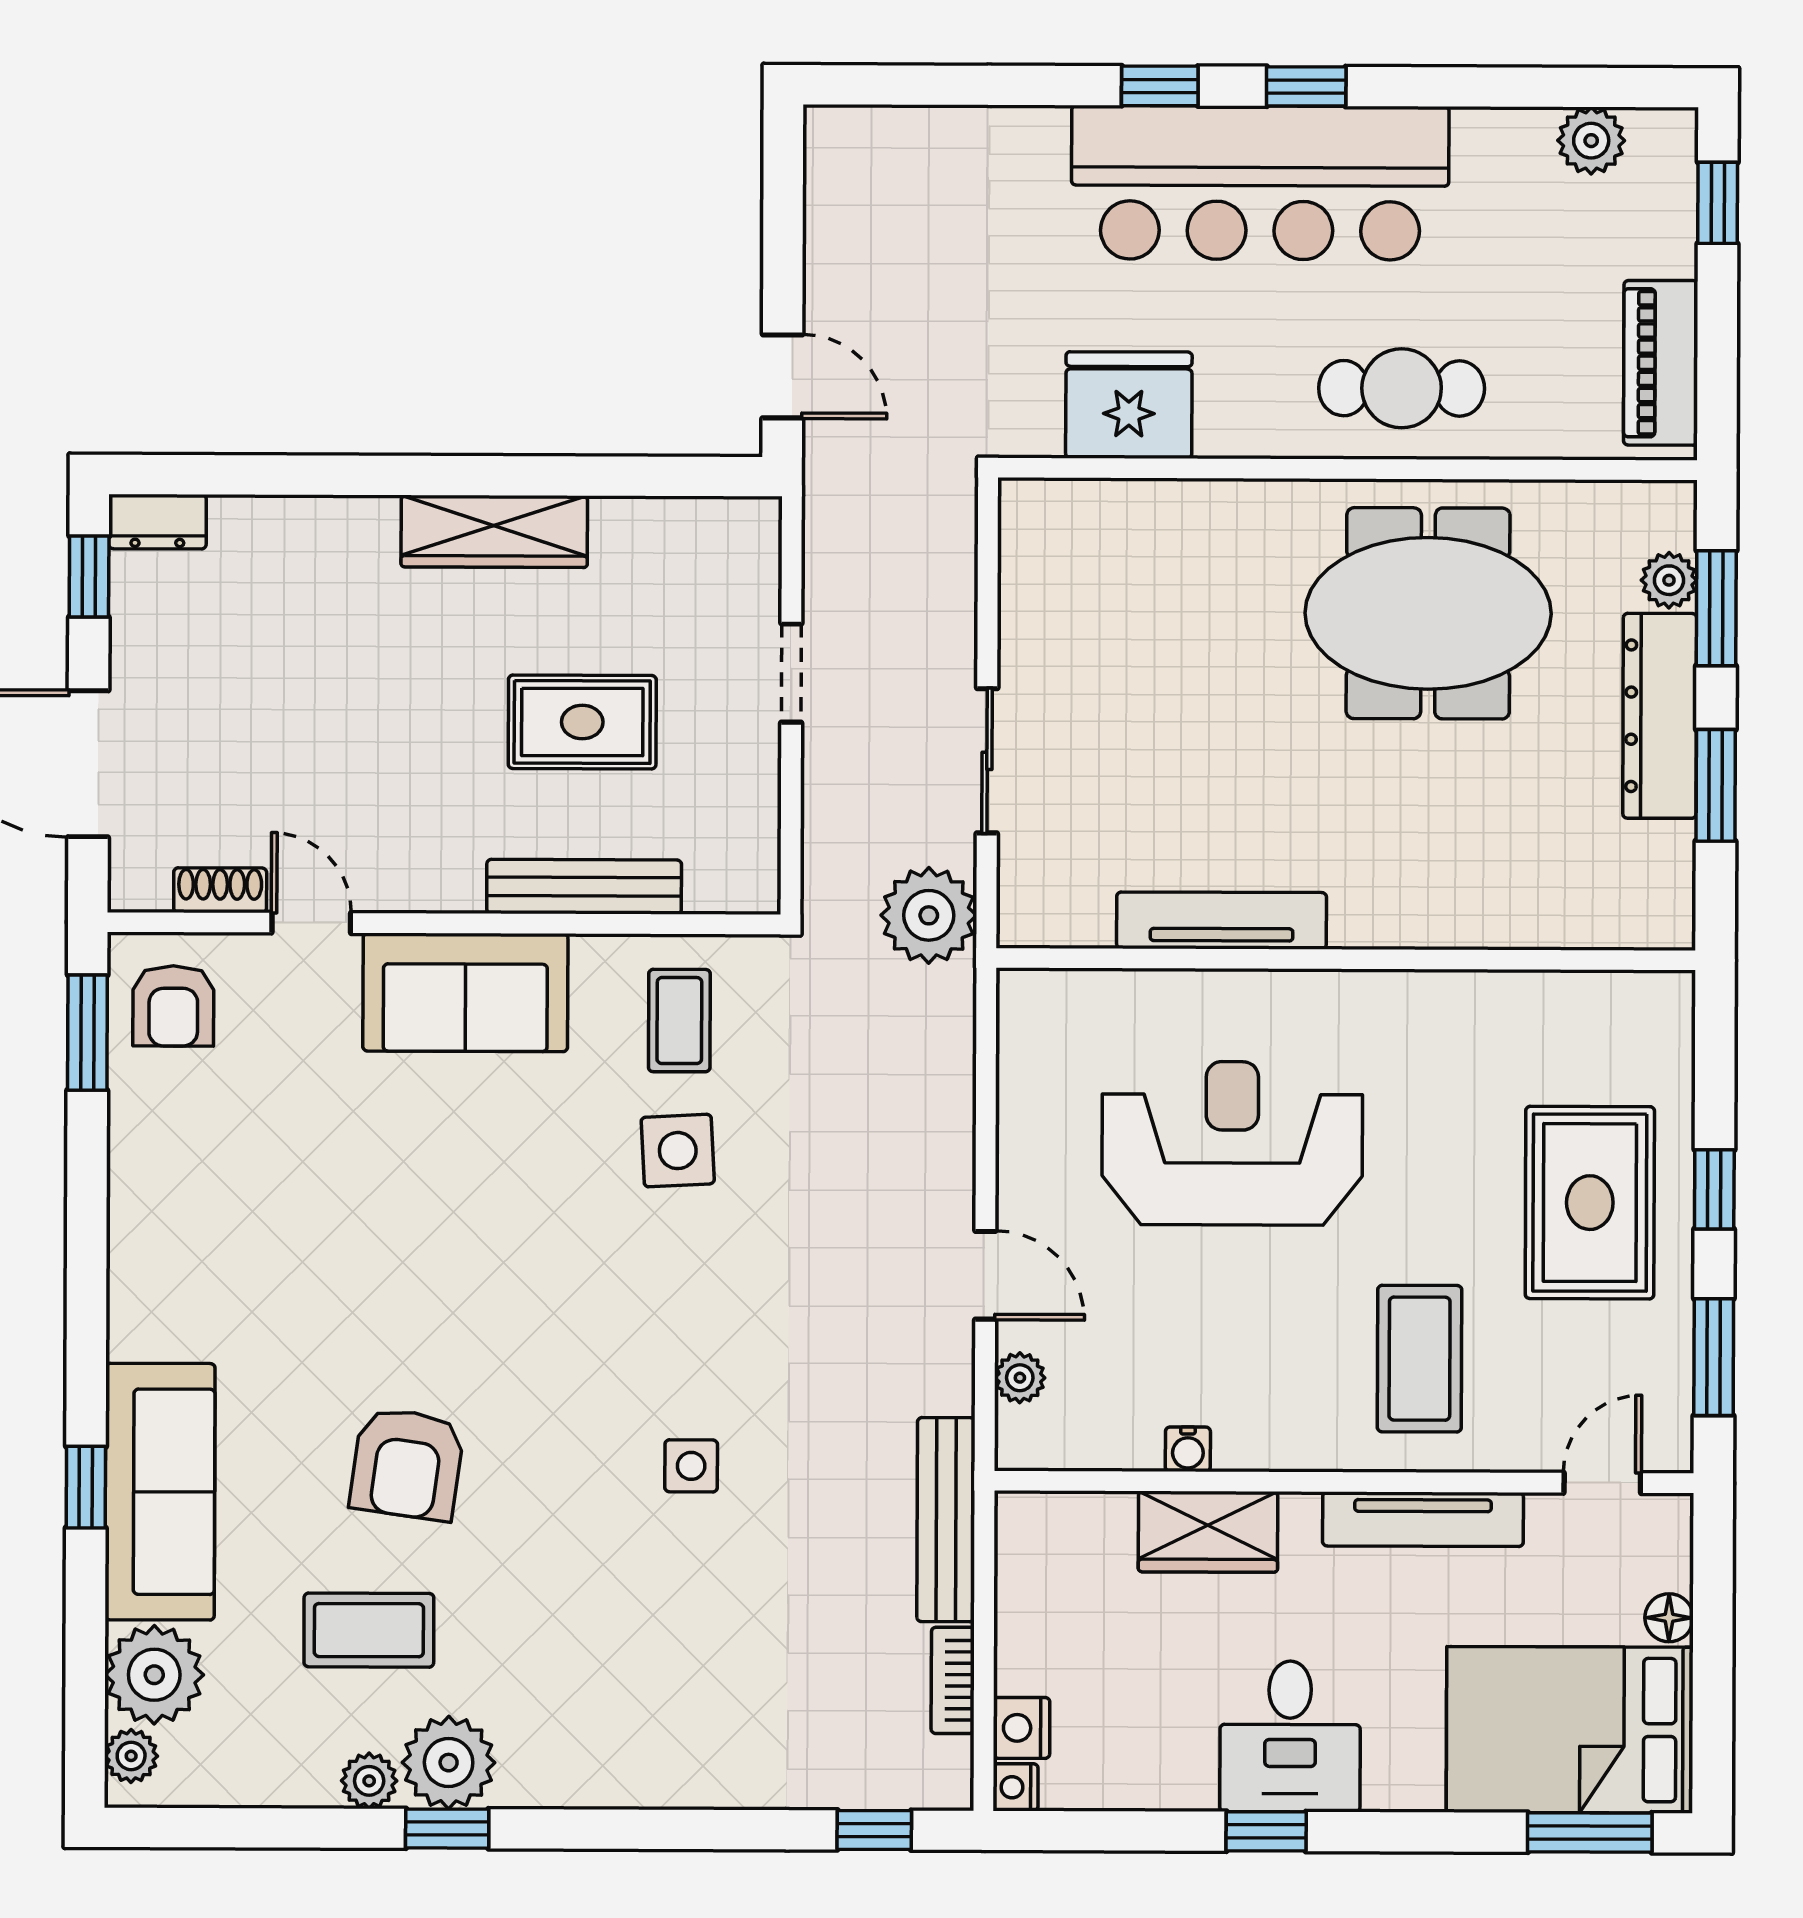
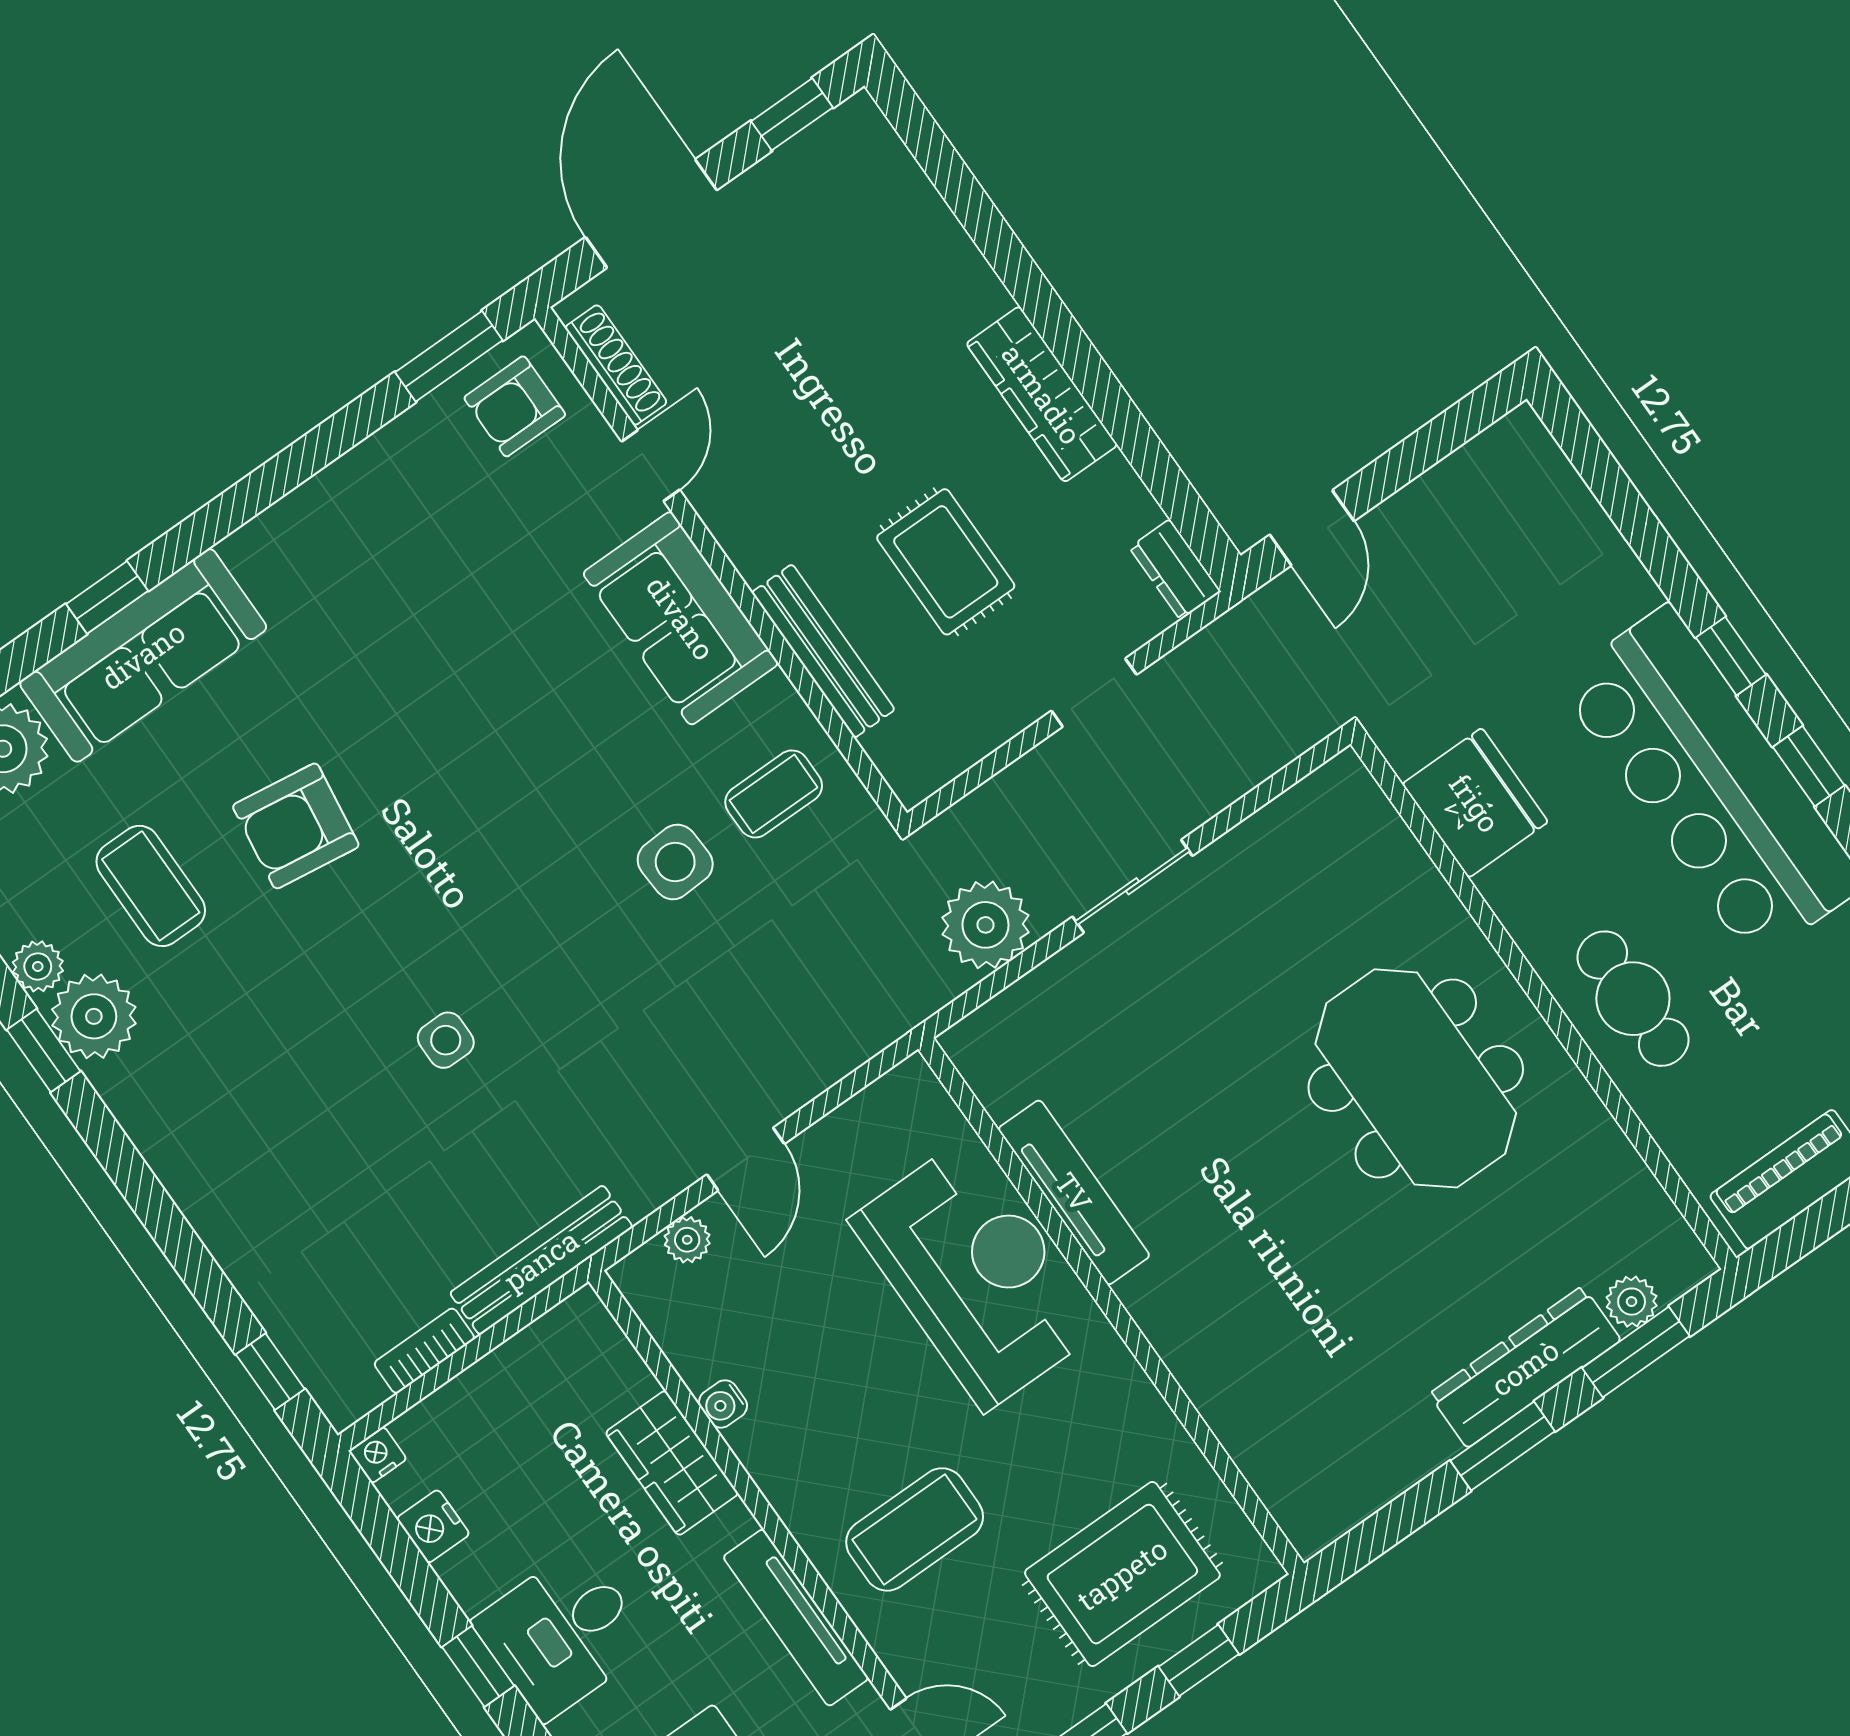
dresser: (157, 522) -> (1175, 569), moved
meeting table: (1428, 613) -> (1416, 1078), moved
shoe rack: (220, 890) -> (616, 365), width x1.43
tv unit: (1222, 921) -> (1074, 1192), moved
wall: (1346, 959) -> (1111, 1306), moved
nightstand: (1022, 1728) -> (433, 1526), moved, turned -90

